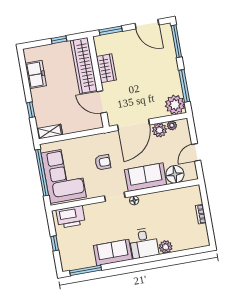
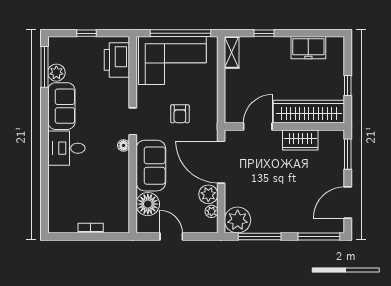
plant: (166, 247) -> (56, 73), moved

